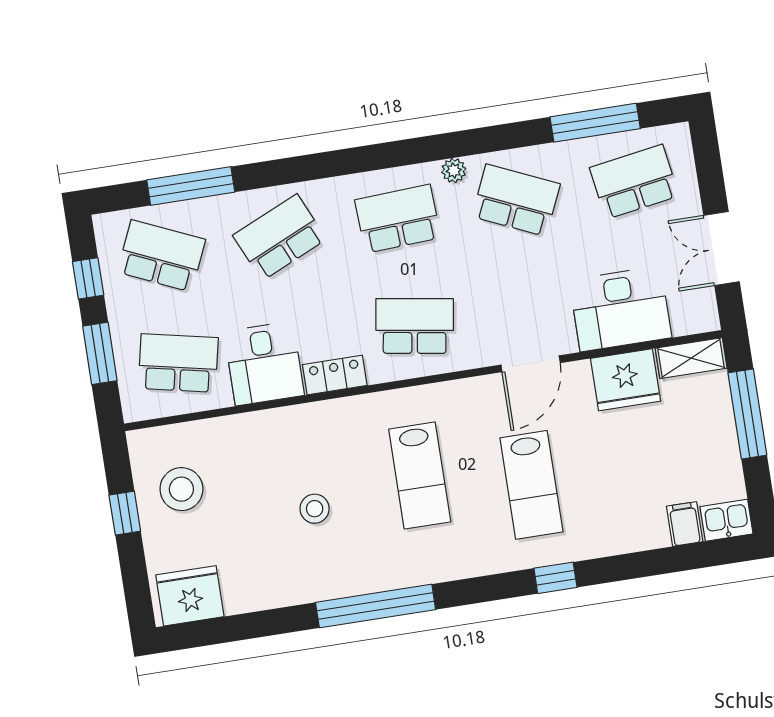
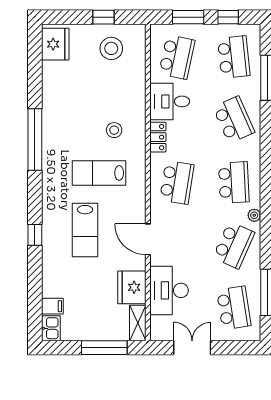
school desk: (161, 256) -> (234, 57), turned -30
lab bench: (531, 485) -> (85, 230), turned -90
stool: (315, 509) -> (114, 130), moved

